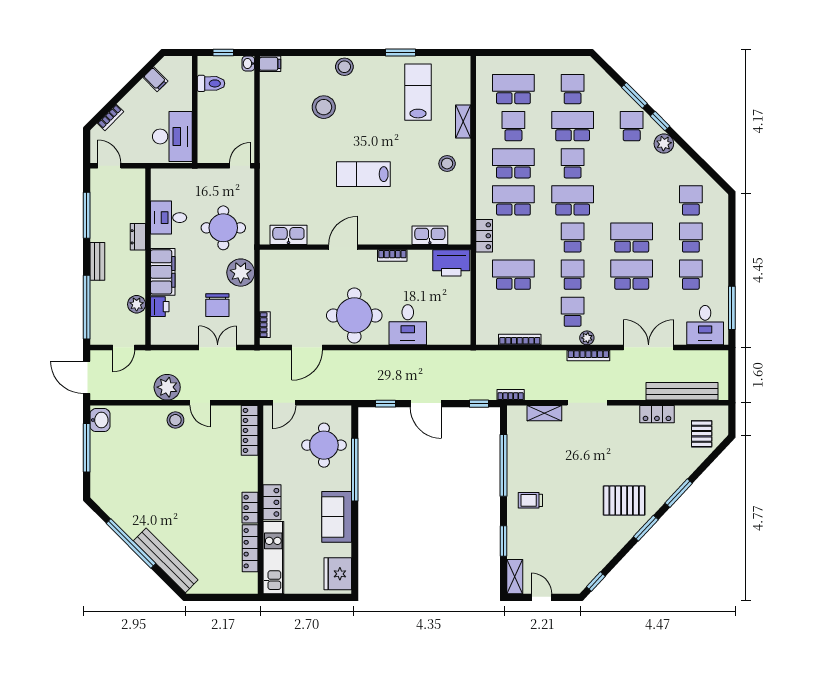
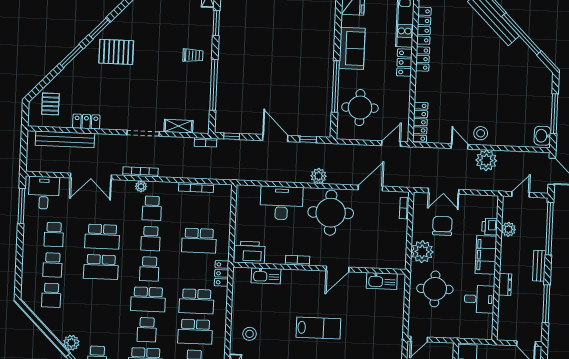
desk: (408, 325) -> (282, 203), width x1.37
plant: (371, 360) -> (319, 176), added

